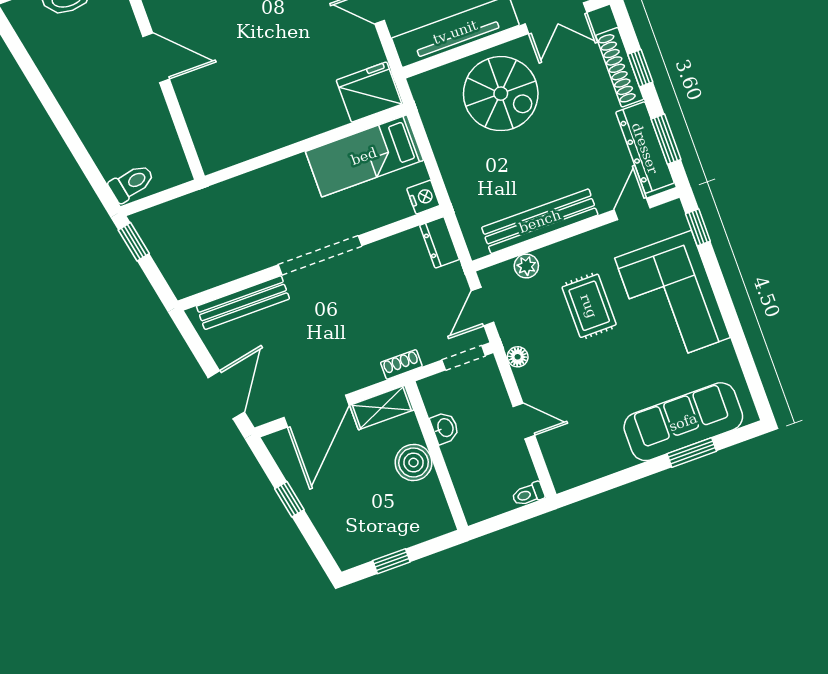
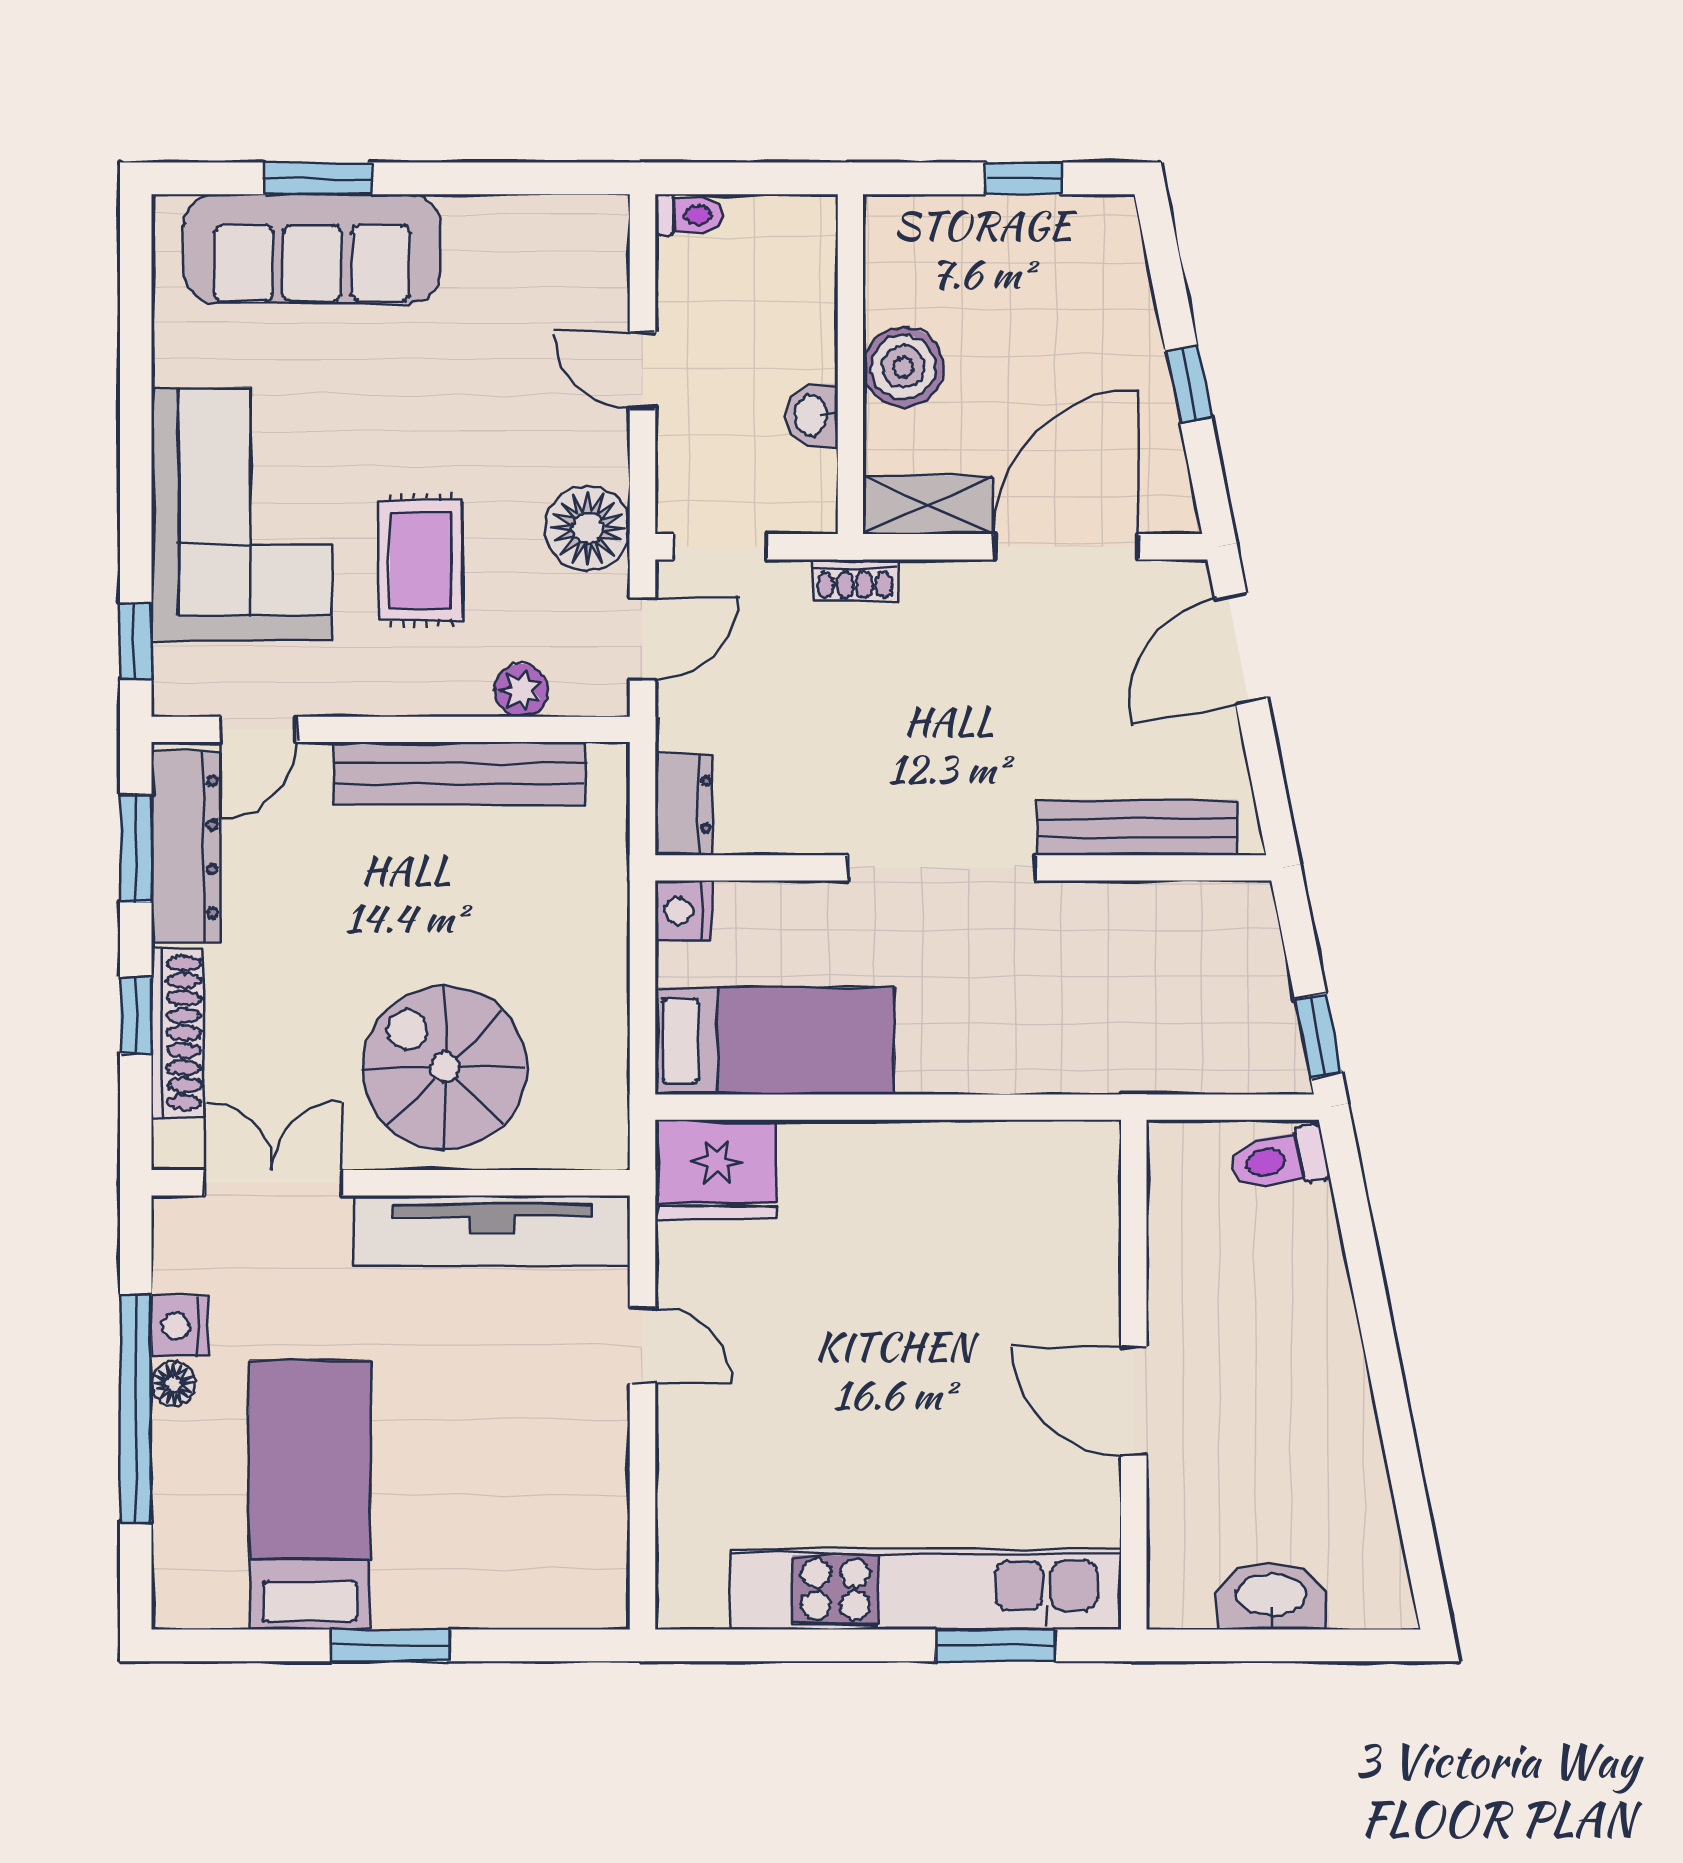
floor lamp: (518, 357) -> (587, 528), width x1.89, depth x1.89

